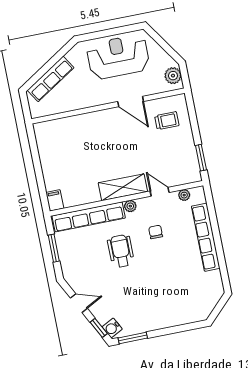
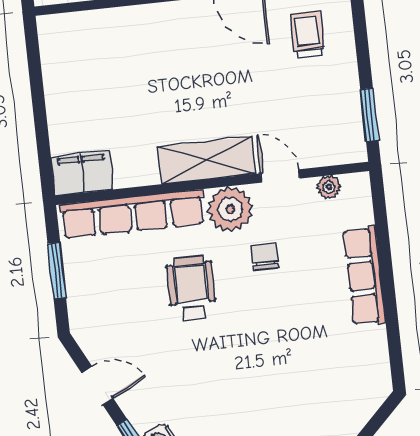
trolley: (167, 121) -> (307, 34), turned -90
filing cabinet: (55, 200) -> (82, 173), width x2.00
plant: (130, 206) -> (230, 209), width x1.87, depth x1.87
row of seats: (206, 237) -> (365, 276), width x0.73

